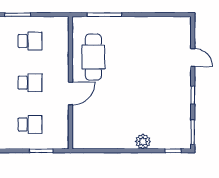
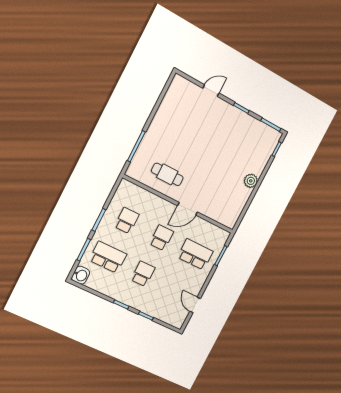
cafe table: (93, 57) -> (167, 174), width x0.73, depth x0.74
door: (70, 93) -> (188, 209), swing flipped
school desk: (30, 124) -> (195, 254), width x1.85
plant: (143, 142) -> (251, 181), moved

